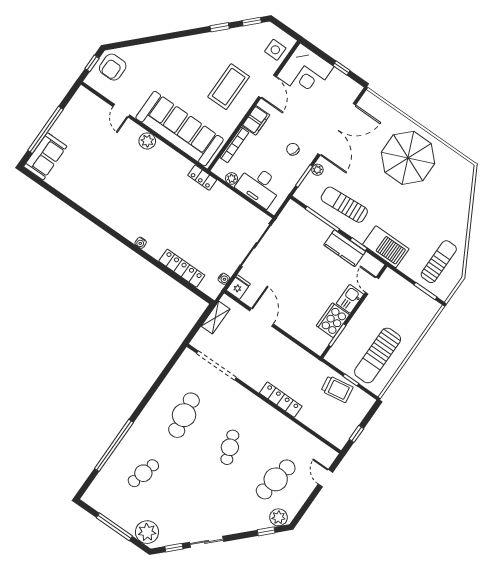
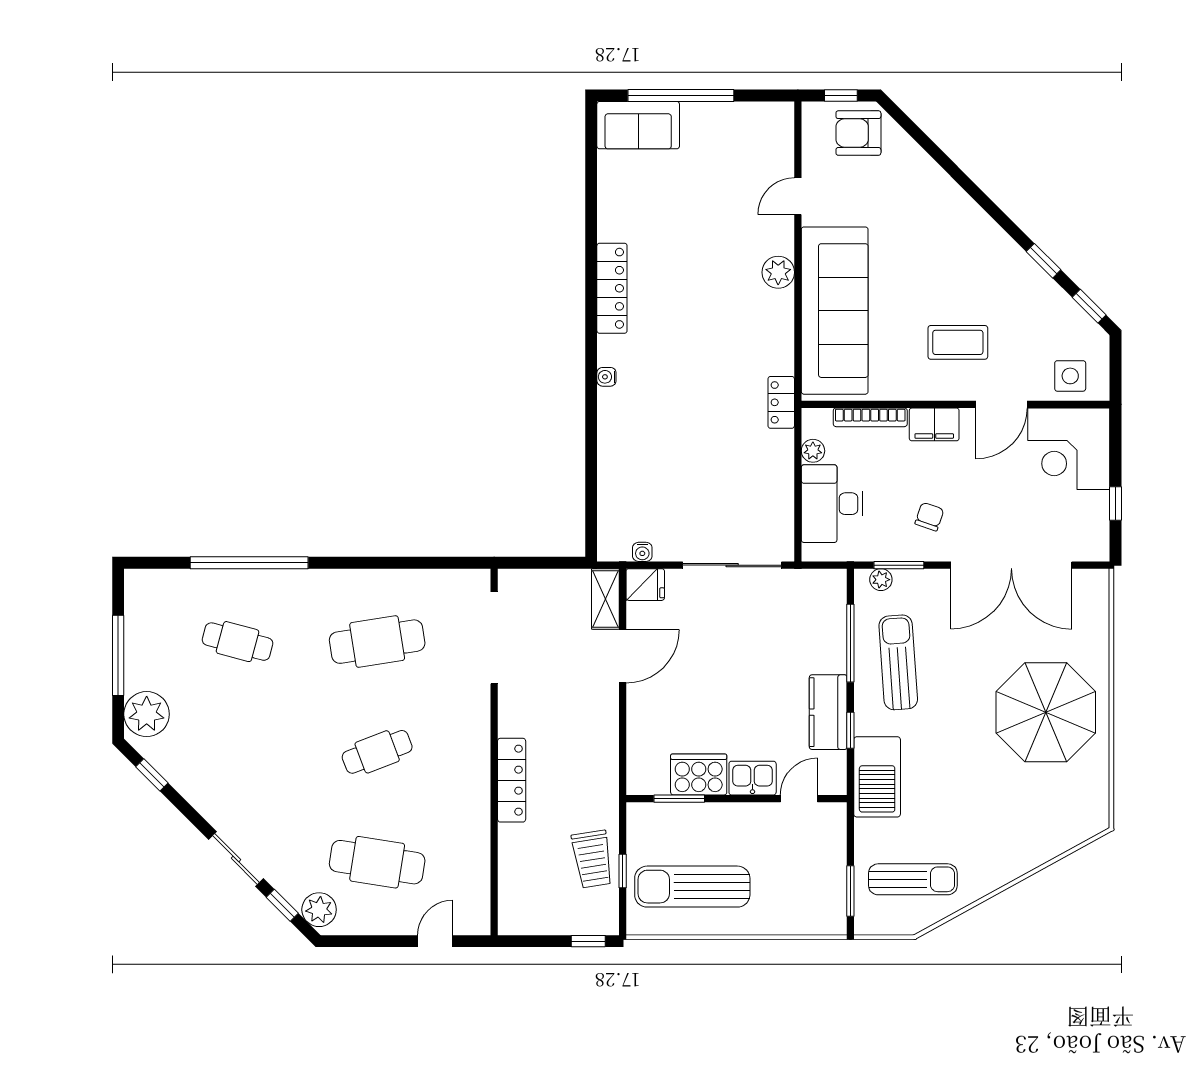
coffee table: (229, 87) -> (958, 342), width x0.73, depth x0.76
plant: (317, 170) -> (881, 580), moved
locker: (182, 268) -> (612, 288), moved
shelving: (216, 318) -> (605, 599), moved, turned 90
window: (356, 434) -> (588, 941), moved
sliding door: (207, 542) -> (236, 859), moved

